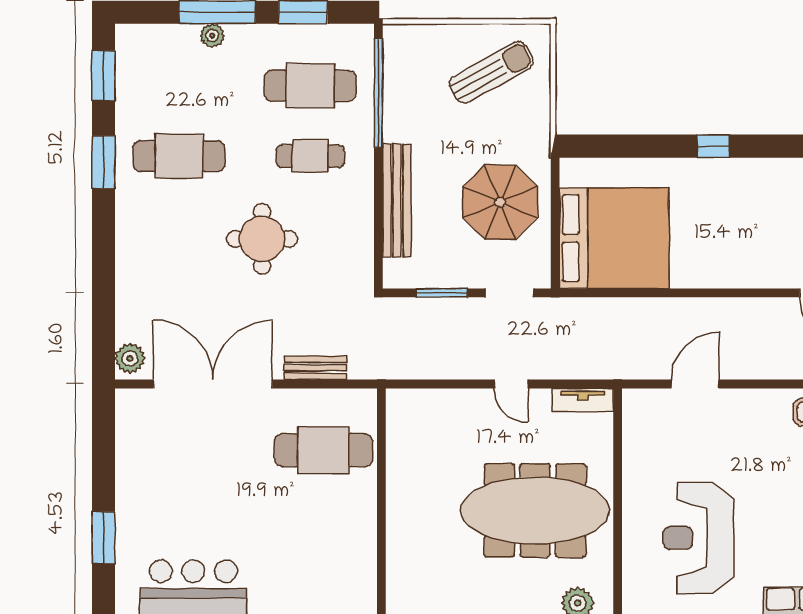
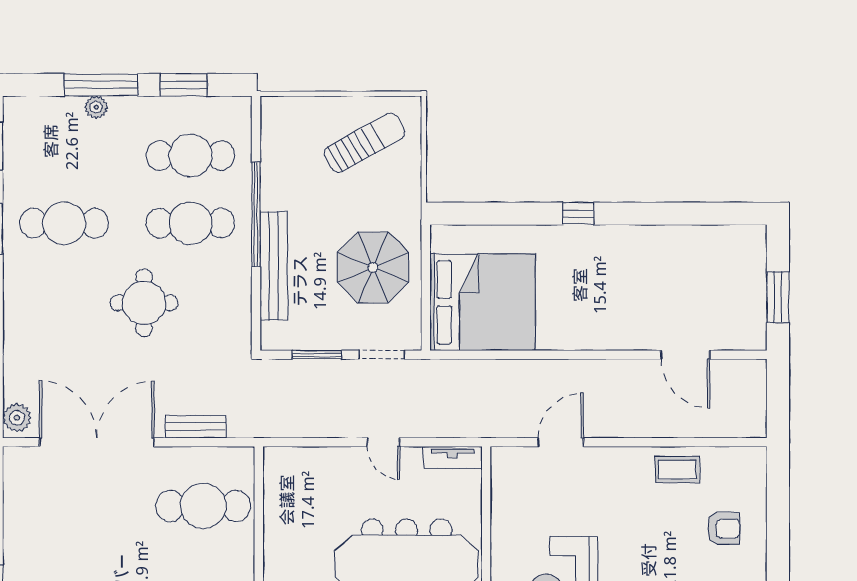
window: (378, 93) -> (256, 215), moved
cafe table: (310, 156) -> (190, 223), width x1.37, depth x1.35

